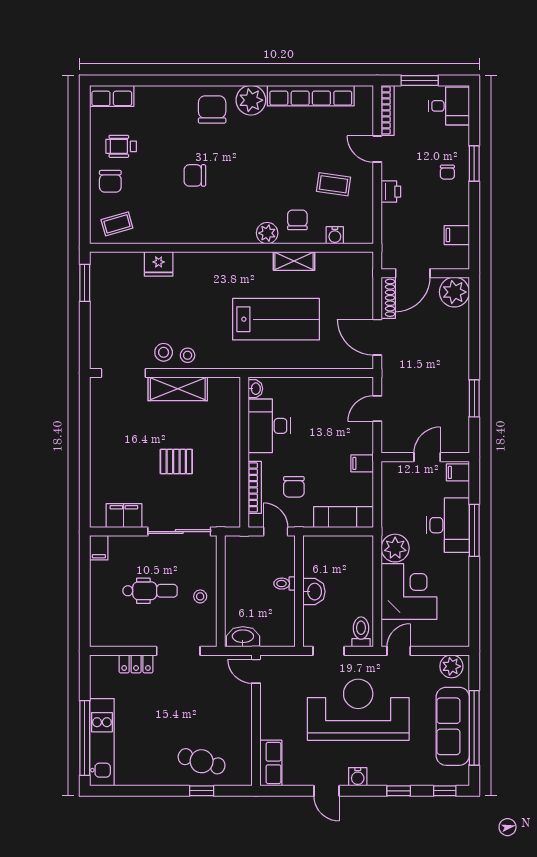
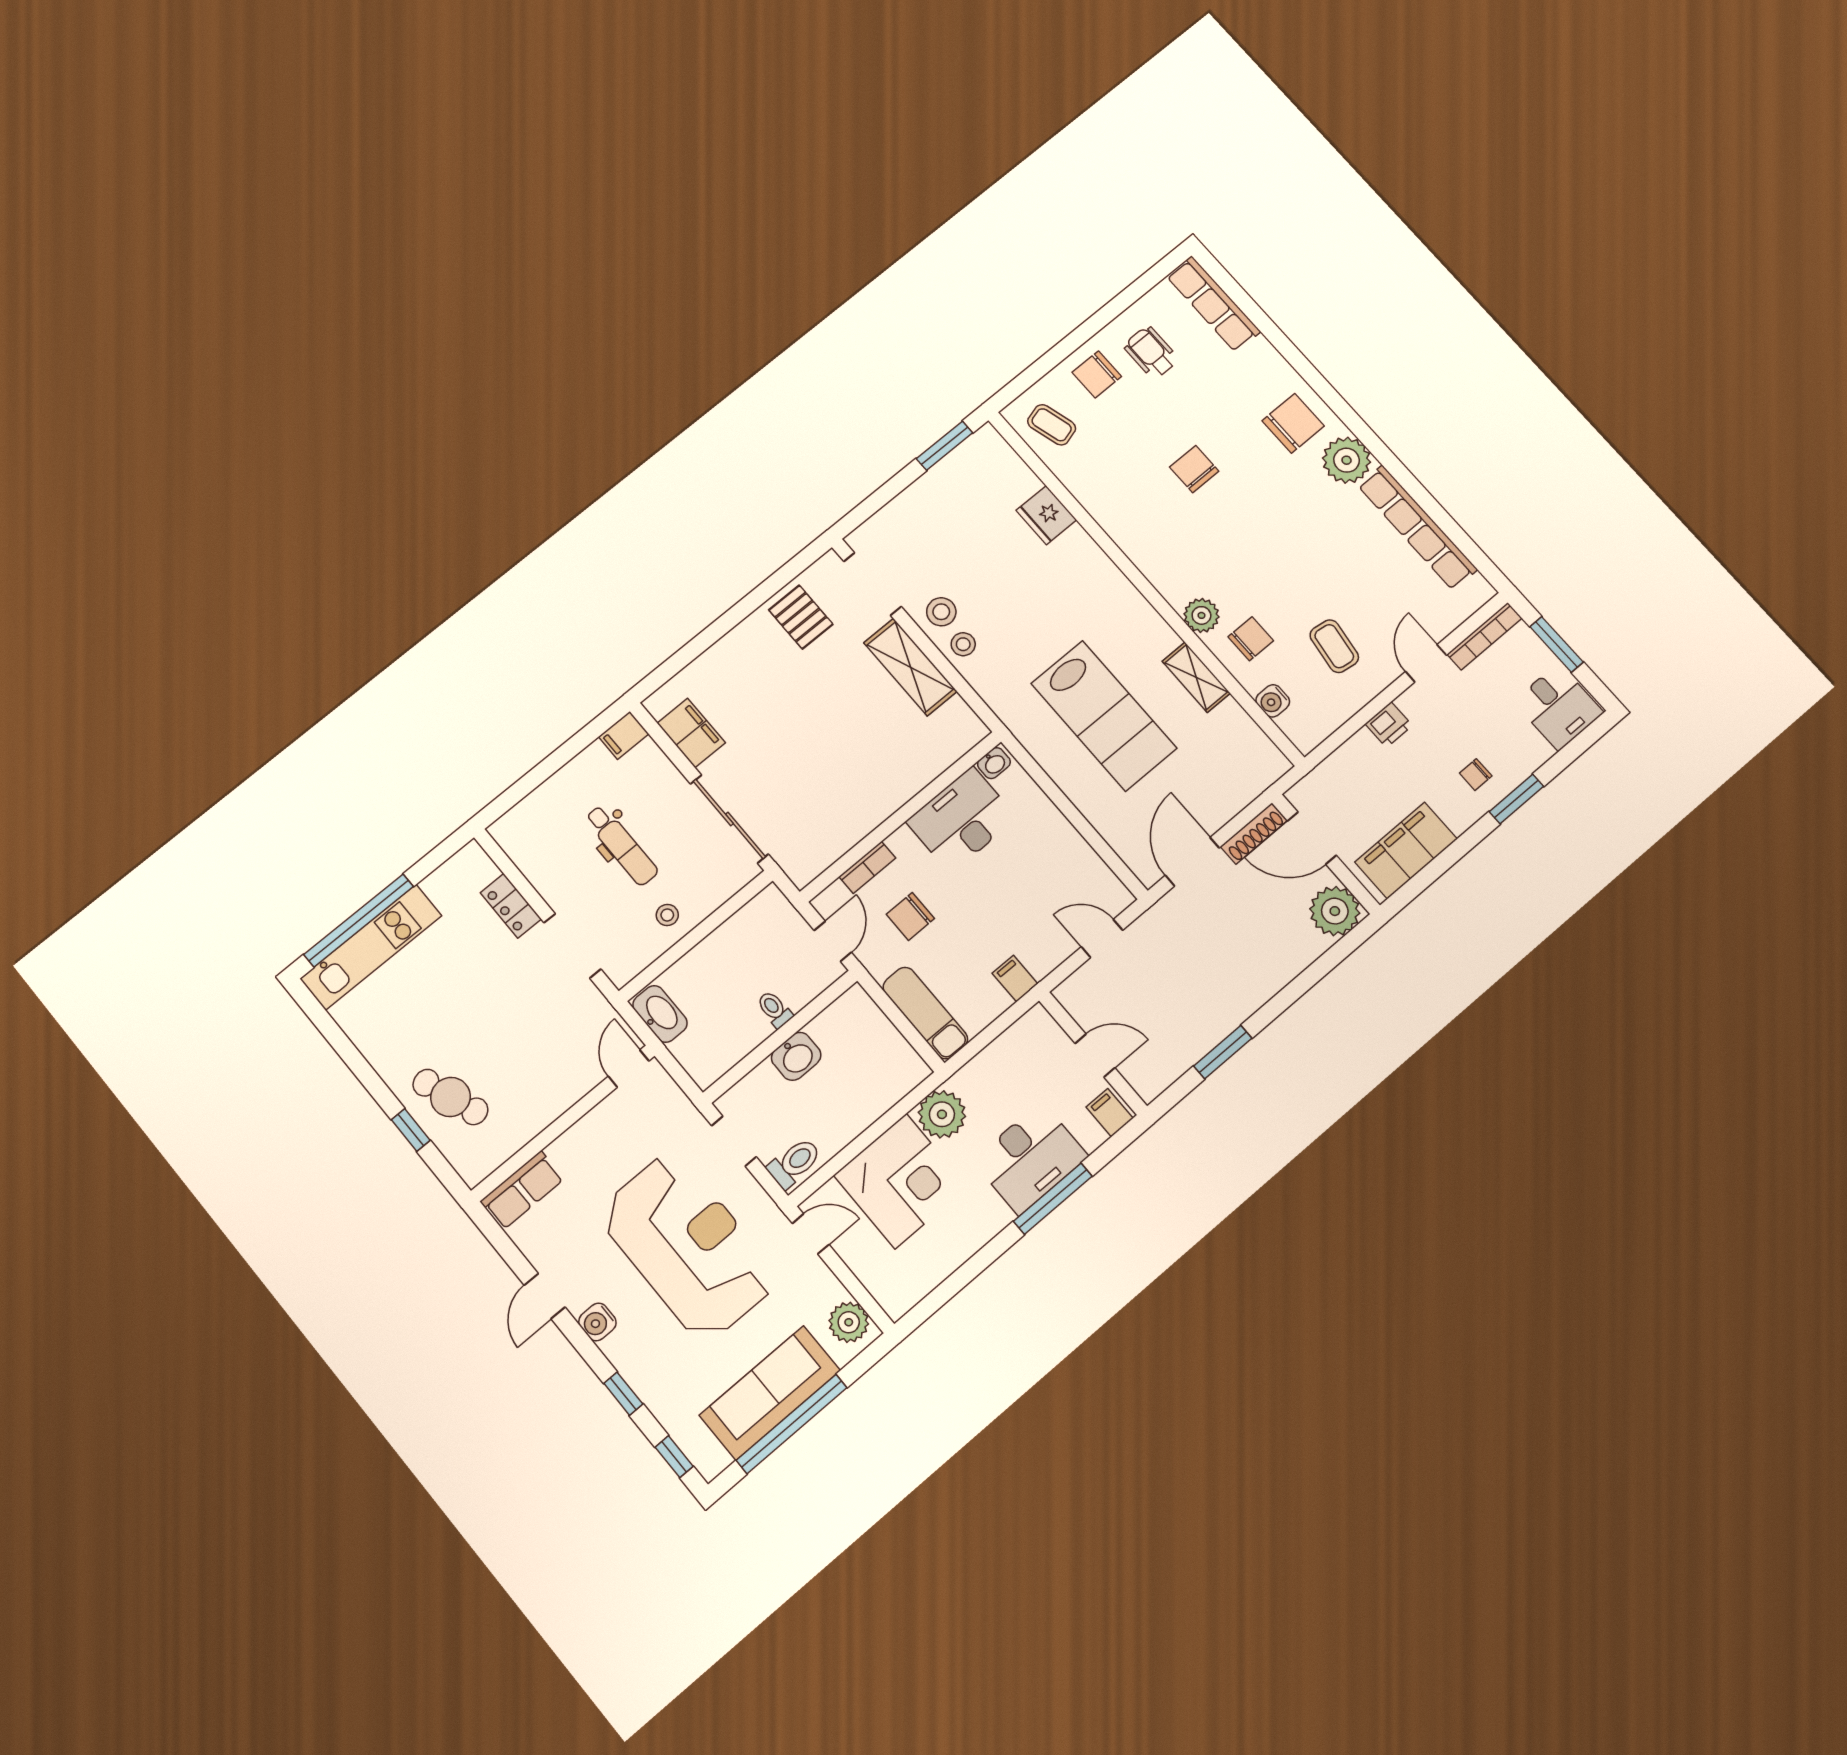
row of seats: (112, 96) -> (1213, 304), width x1.48
filing cabinet: (457, 235) -> (1406, 850), width x3.00, depth x1.17
pallet: (176, 462) -> (801, 617), moved
bookcase: (255, 487) -> (867, 867), width x0.64
cafe table: (202, 761) -> (450, 1097), turned -36

